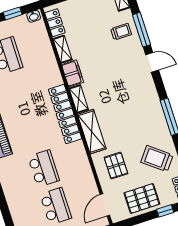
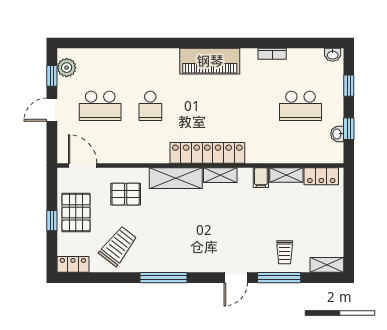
washbasin: (34, 16) -> (337, 134), moved
filing cabinet: (73, 73) -> (261, 178), width x0.50
school desk: (44, 168) -> (150, 106), width x0.54
window: (165, 211) -> (52, 221), moved

